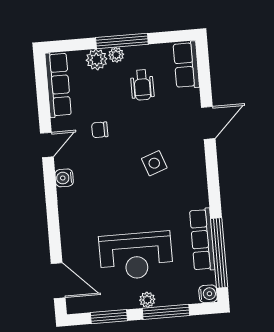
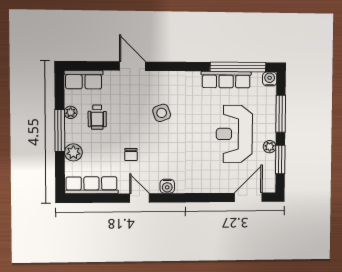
plant: (116, 55) -> (71, 112), moved
wheelchair: (142, 85) -> (97, 117), turned 90
reception desk: (136, 256) -> (234, 134), turned 180
plant: (147, 300) -> (270, 147), moved

